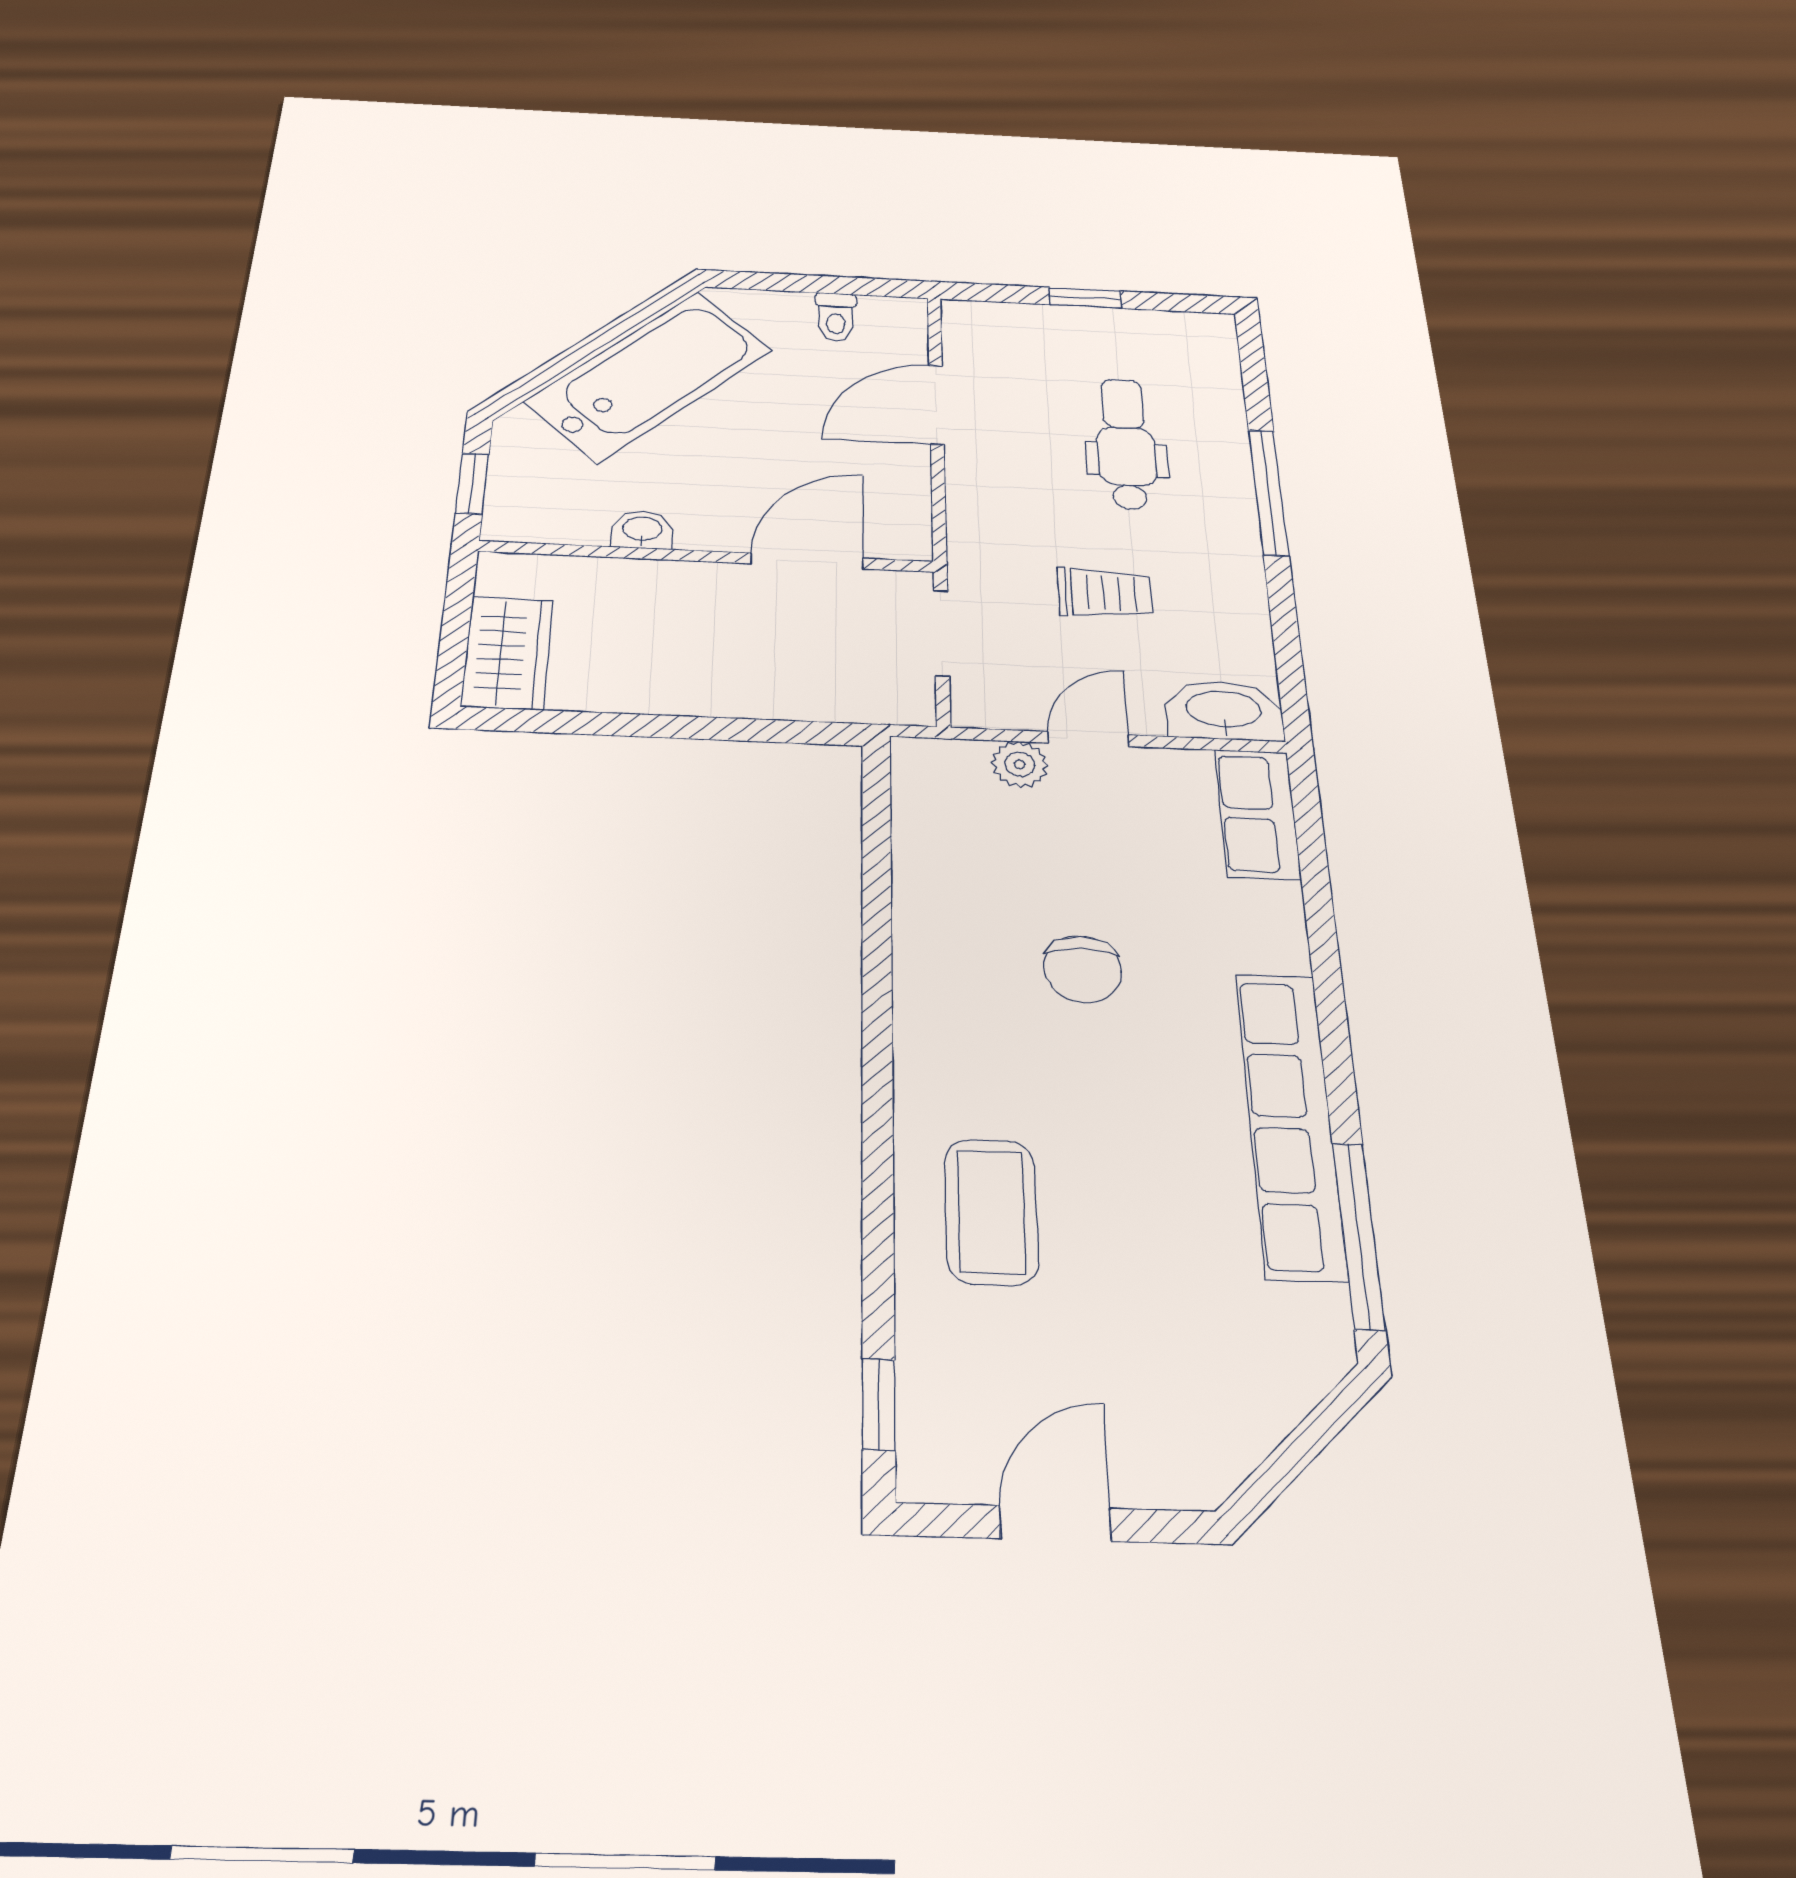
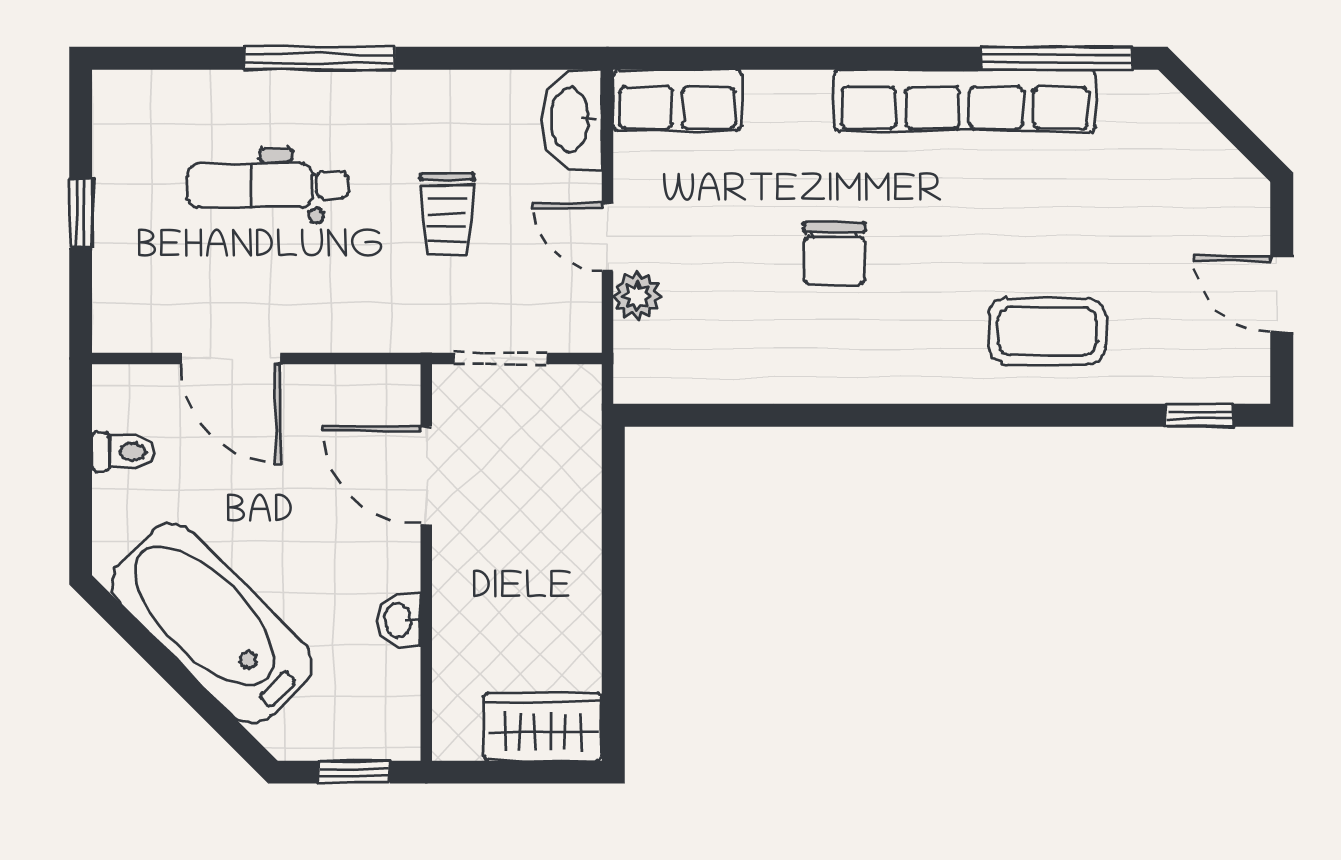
trolley: (1105, 593) -> (447, 214), turned 180
chair: (1083, 969) -> (834, 253), turned 90

